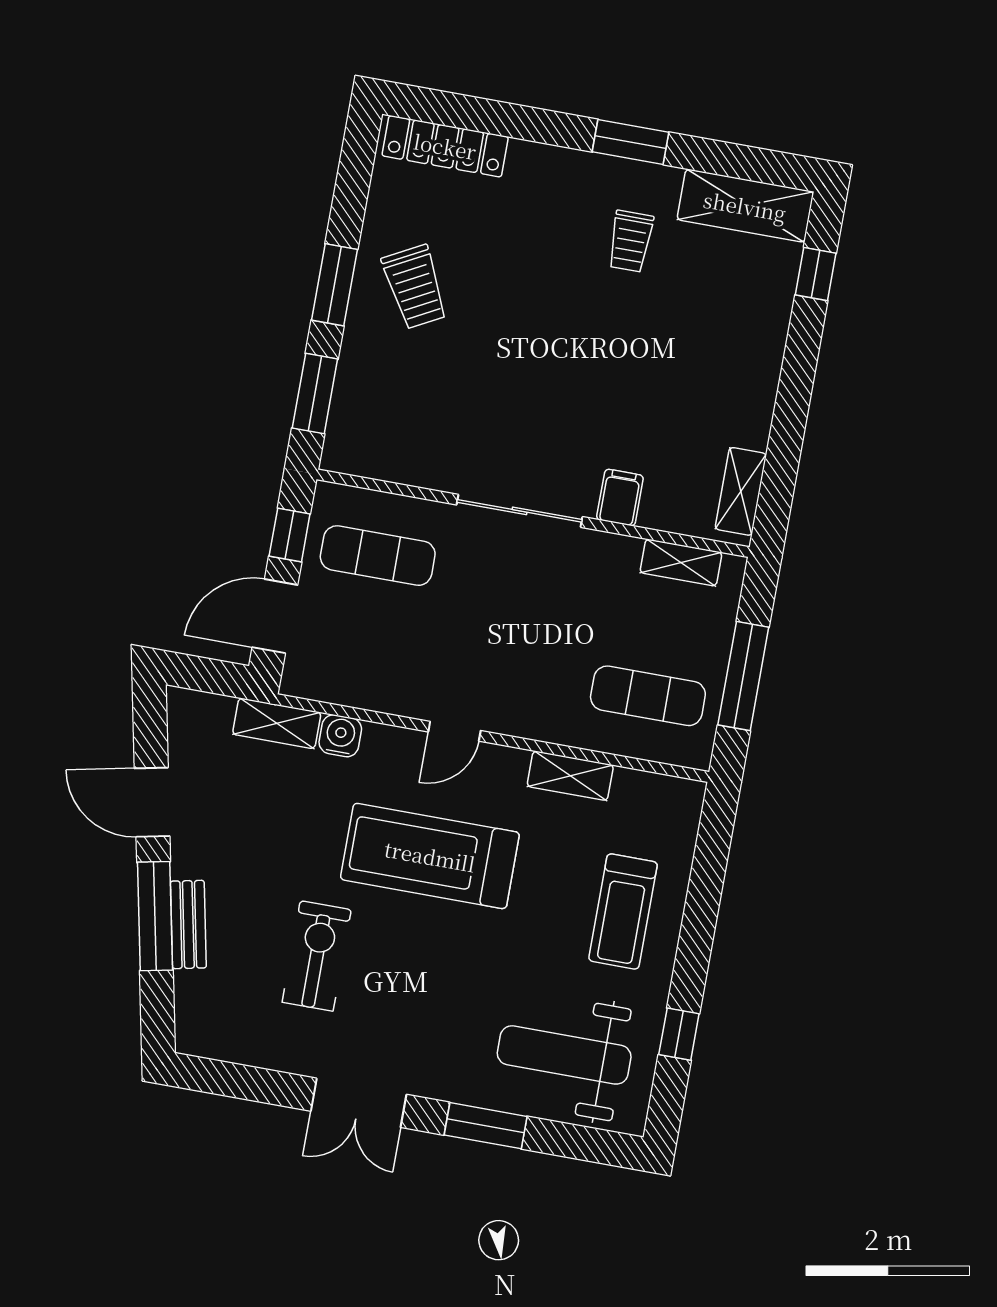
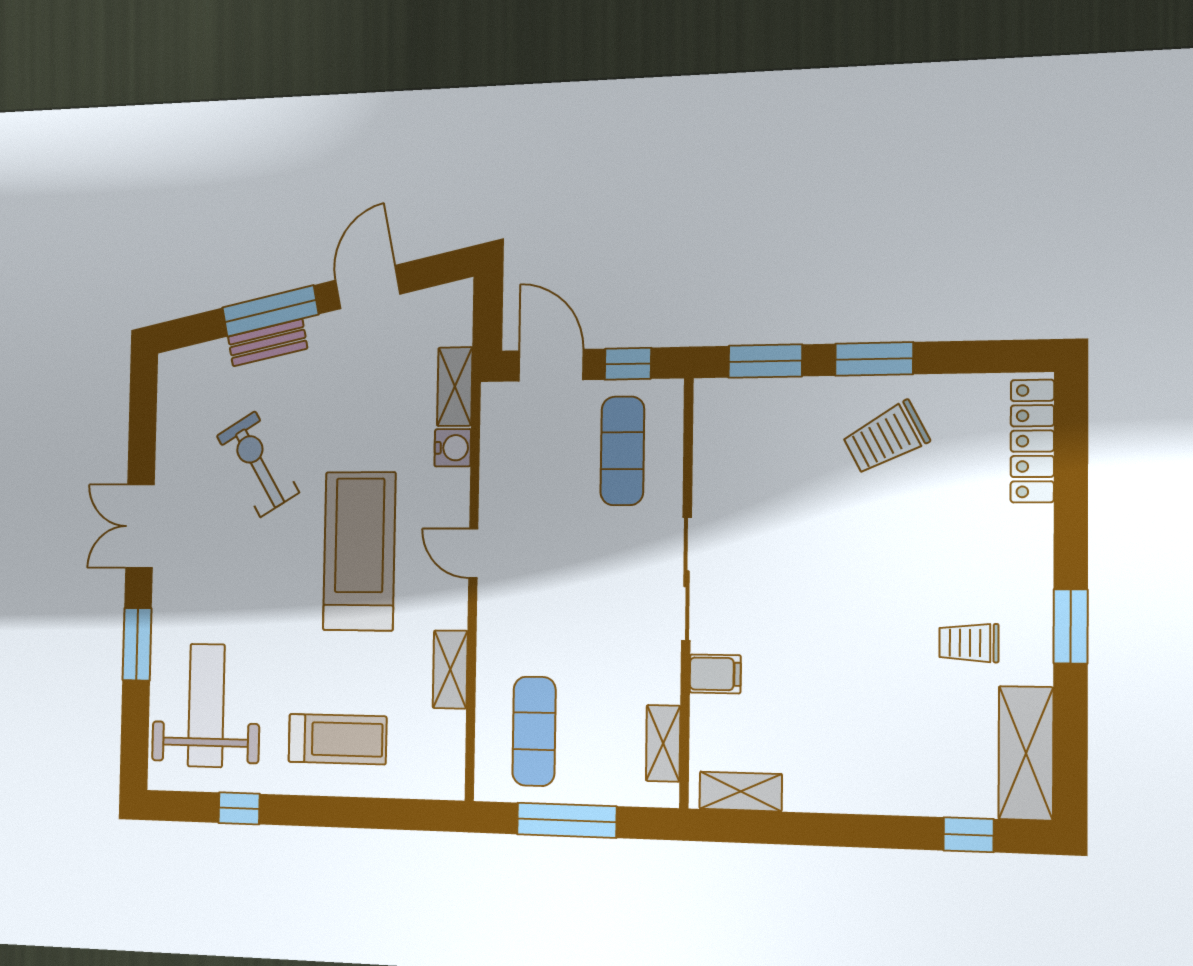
treadmill: (623, 911) -> (337, 739), turned 180
exercise bike: (317, 956) -> (258, 464), turned -121

